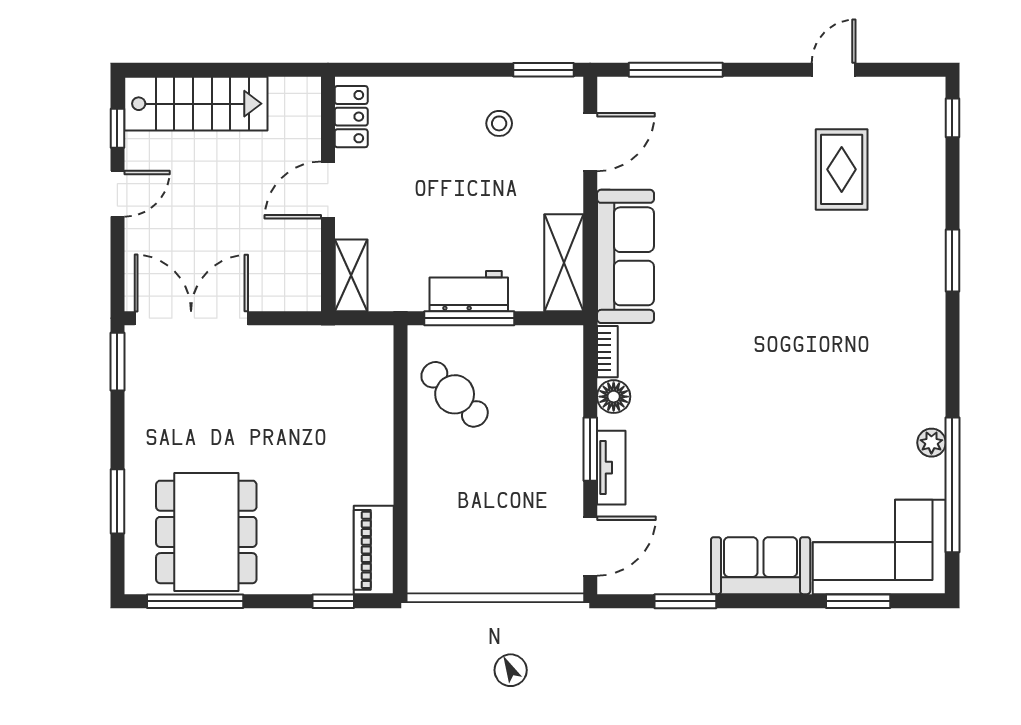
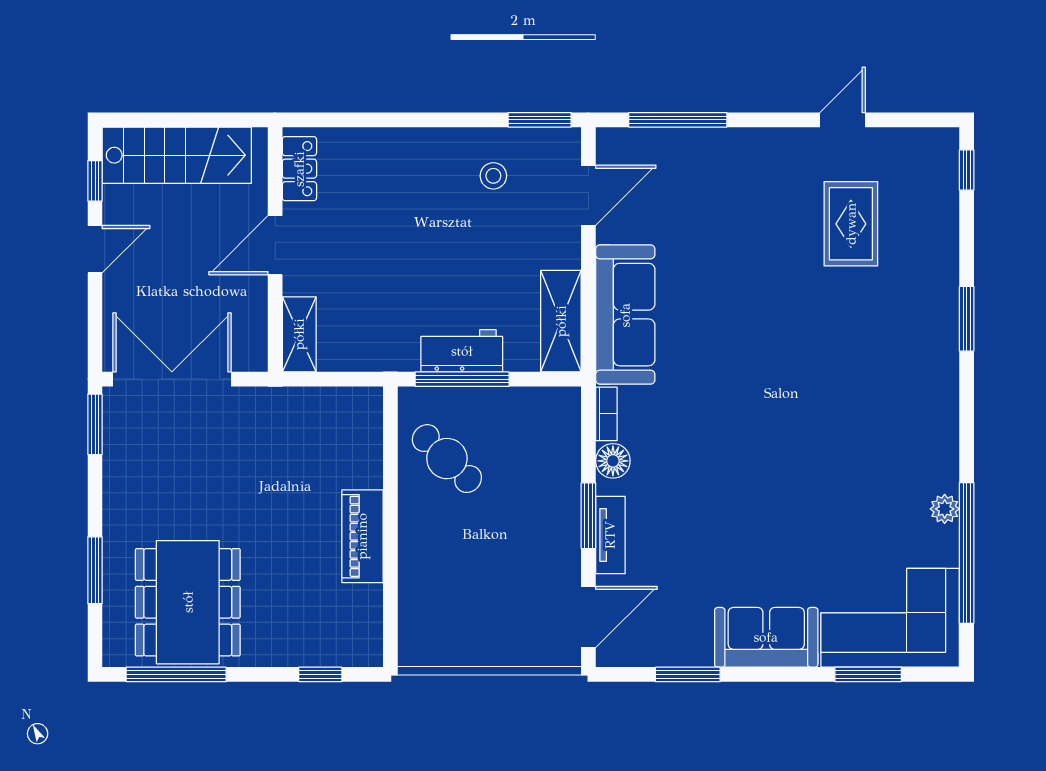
locker: (351, 117) -> (299, 169), moved
door: (328, 190) -> (275, 245), moved
wall: (328, 194) -> (275, 249), moved
shelving: (351, 275) -> (299, 334), moved
piano: (374, 550) -> (362, 536), moved

